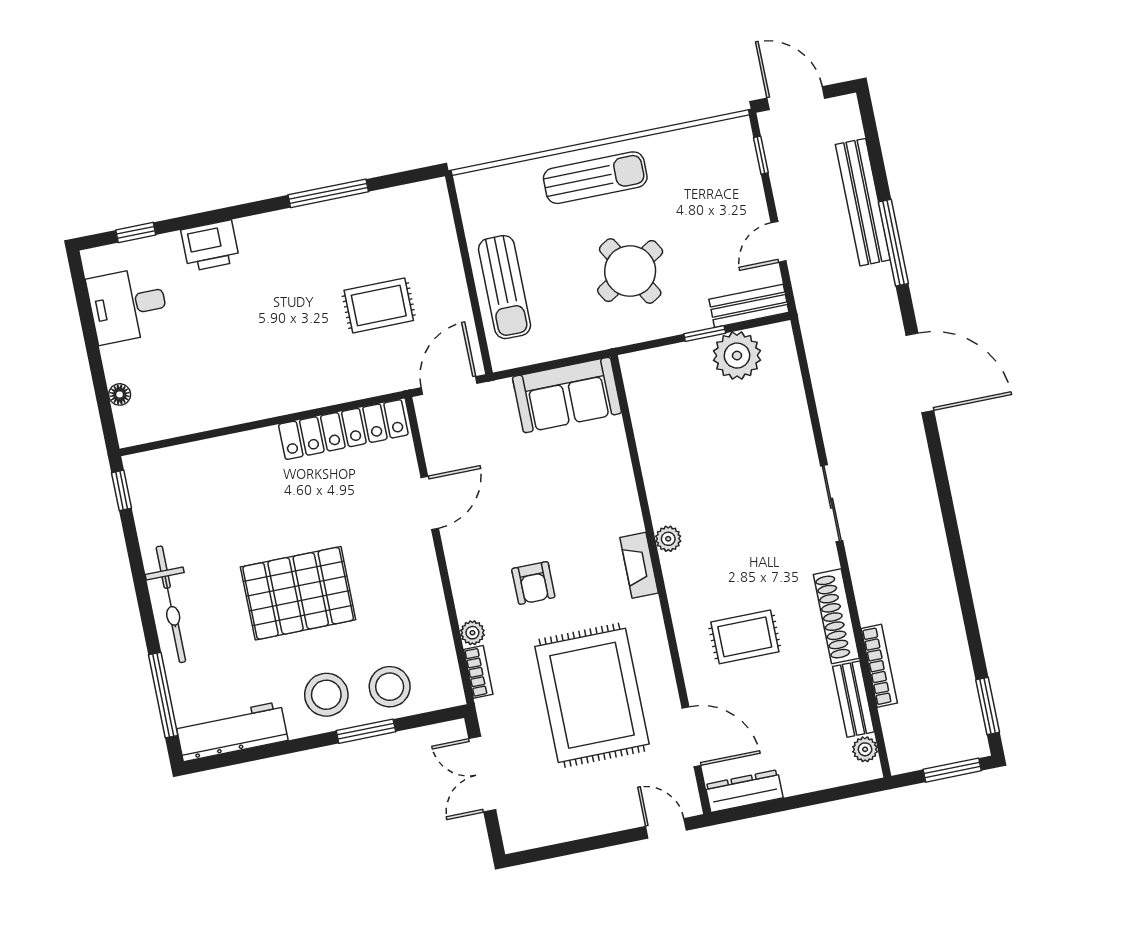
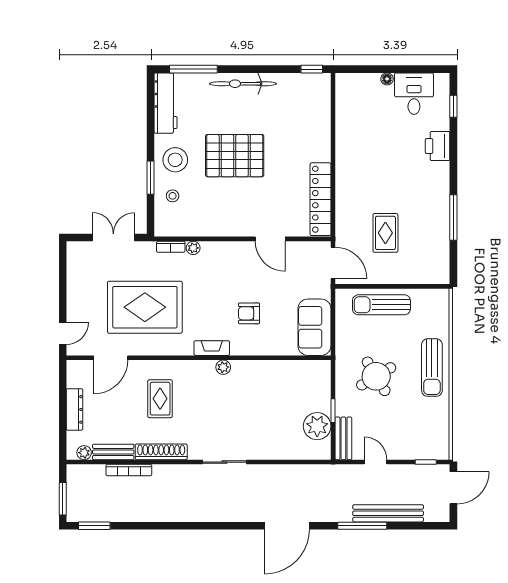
floor lamp: (120, 394) -> (387, 79), moved
armchair: (533, 583) -> (249, 313), moved
pallet: (298, 593) -> (235, 156), turned 90
stool: (390, 687) -> (173, 196), width x0.53, depth x0.53
dresser: (744, 791) -> (75, 409), moved

